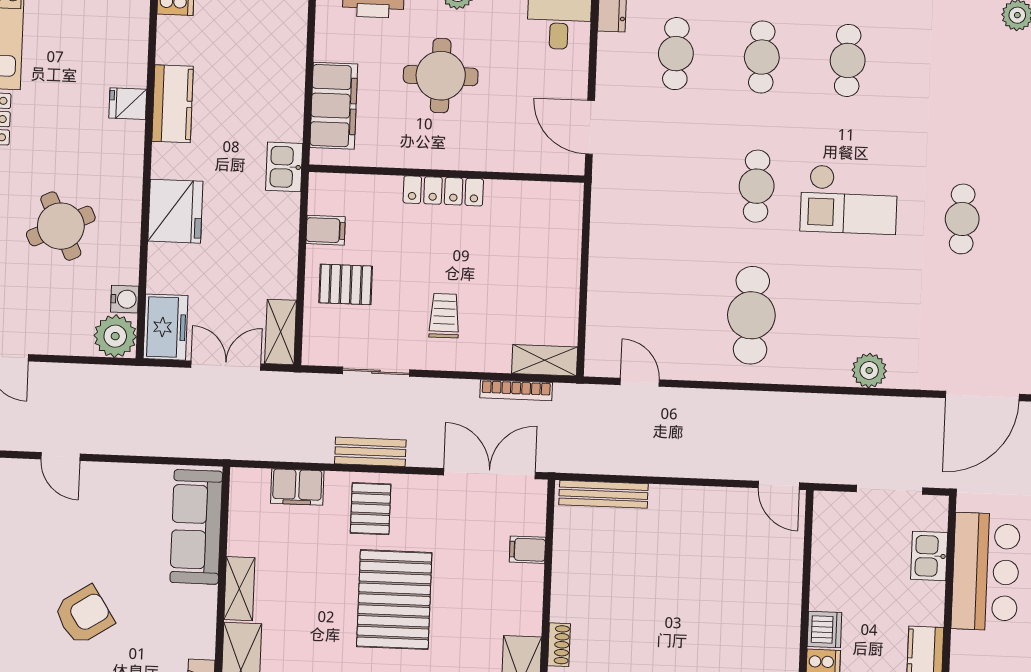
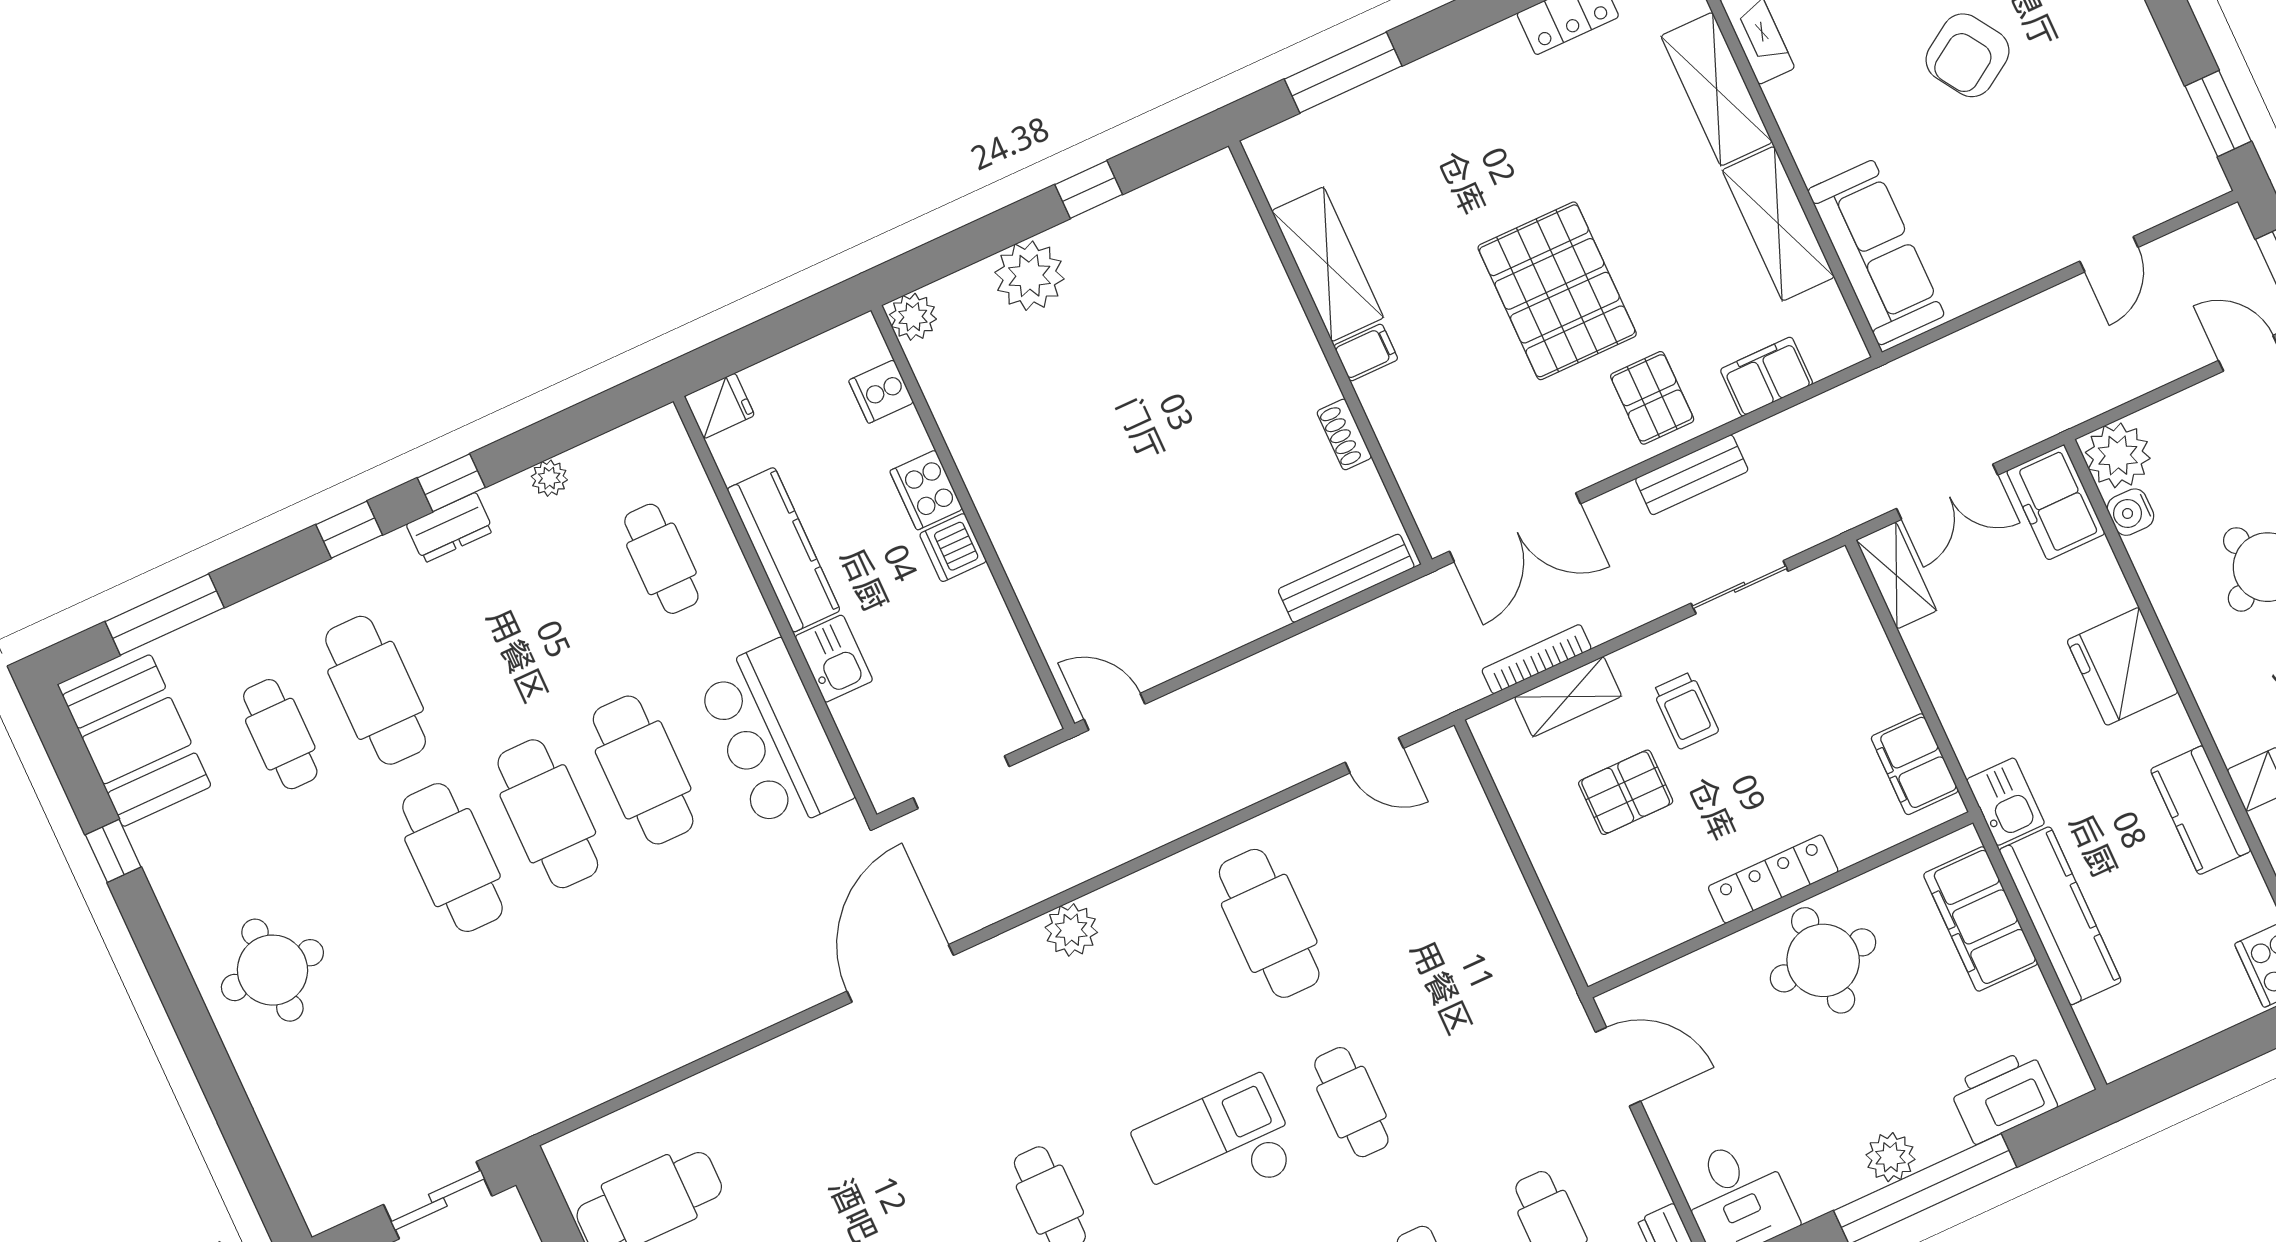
round table: (441, 76) -> (1823, 960), moved
kitchen counter: (286, 84) -> (2060, 916), added
filing cabinet: (326, 230) -> (1915, 764), width x2.00
pallet: (346, 284) -> (1626, 792), moved
shelving: (545, 360) -> (1568, 697), moved
door: (60, 456) -> (2109, 254), swing flipped
filing cabinet: (527, 550) -> (1366, 352), moved
kitchen sink: (929, 556) -> (834, 659), moved
shelving: (239, 589) -> (1778, 224), width x1.50, depth x1.33
shoe rack: (559, 645) -> (1344, 434), moved

